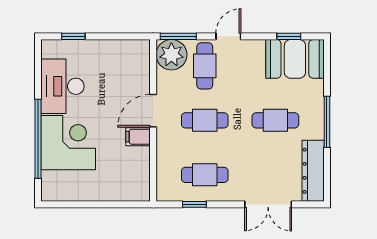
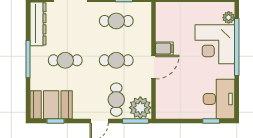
desk: (62, 86) -> (219, 99), moved
plant: (49, 180) -> (229, 17), added

